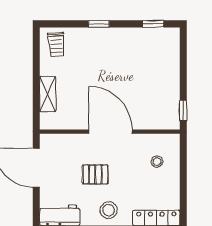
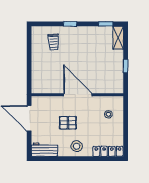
trolley: (56, 44) -> (54, 42), moved
shelving: (48, 94) -> (118, 38), moved
window: (183, 110) -> (126, 66), moved

